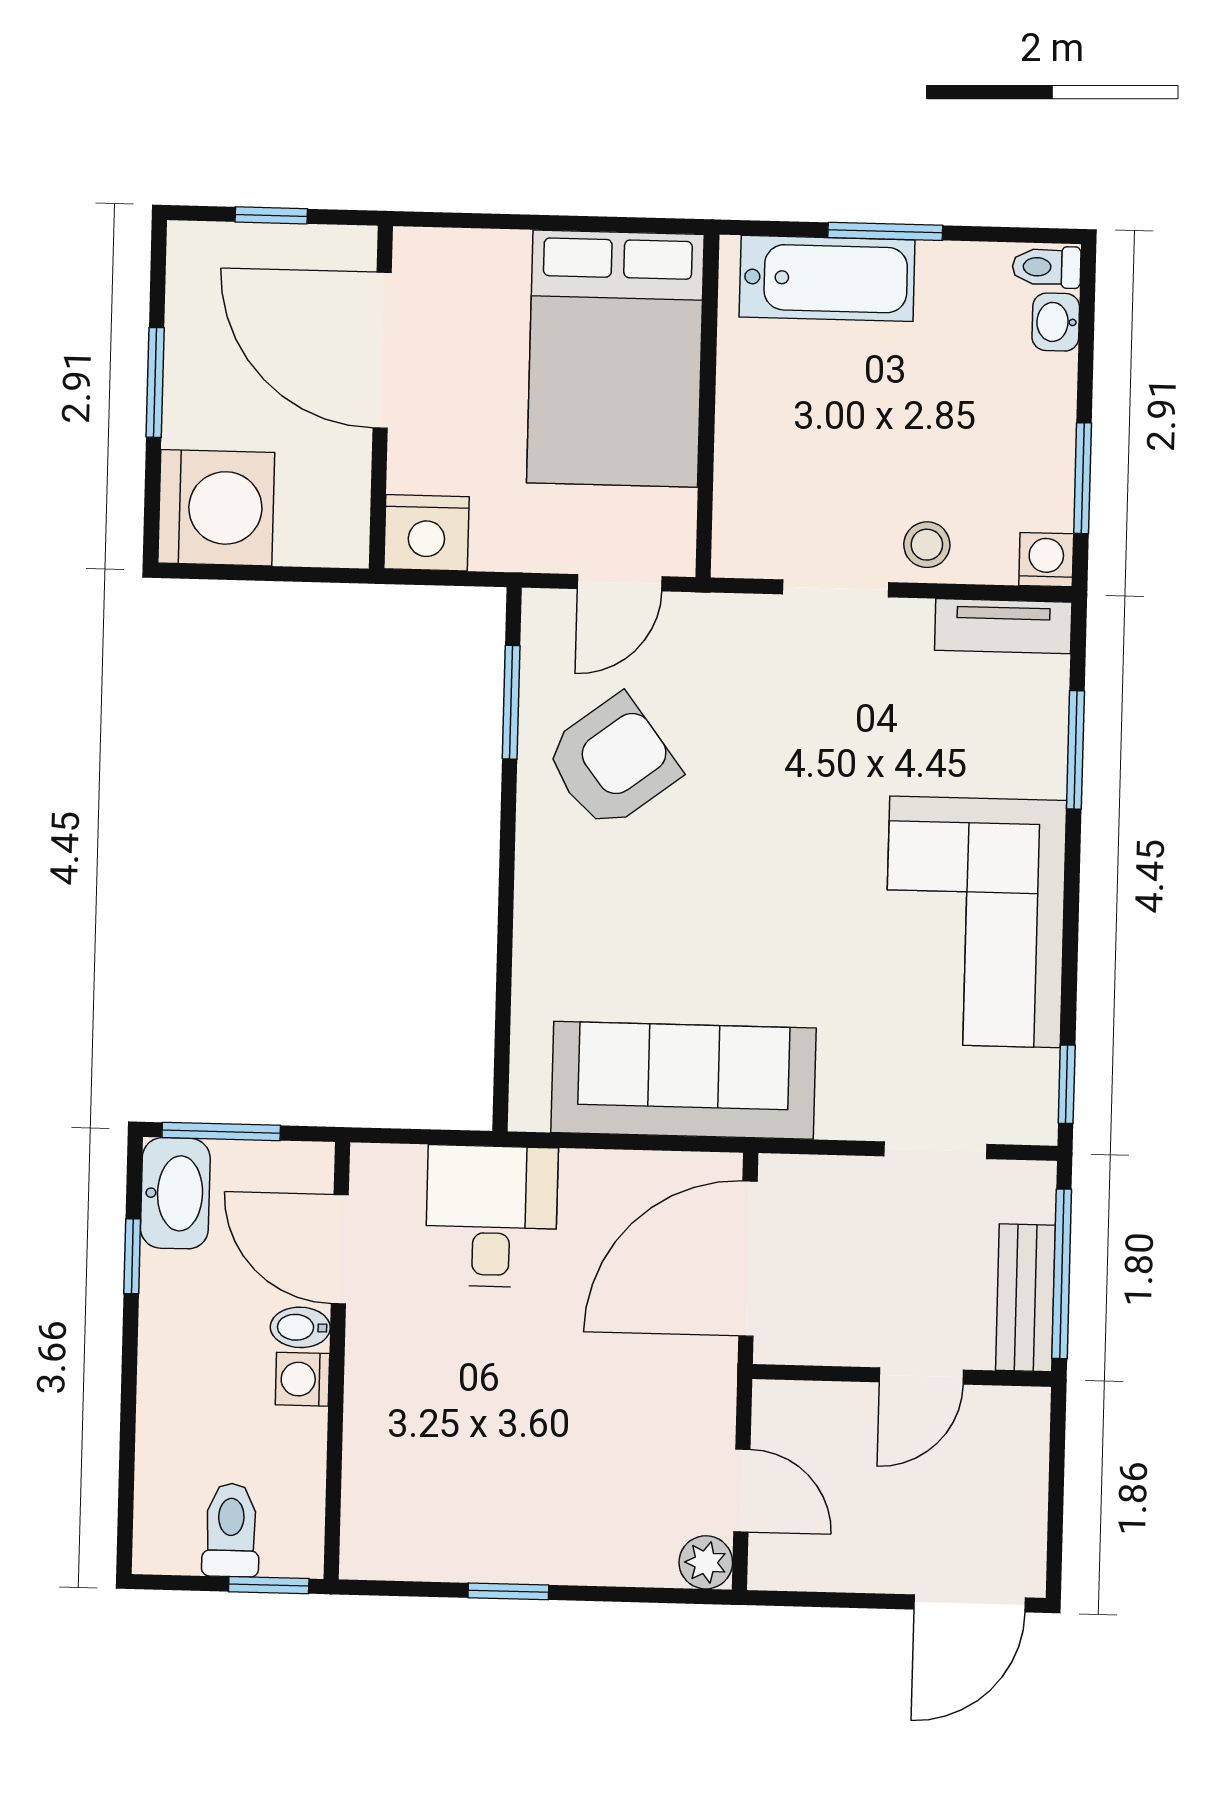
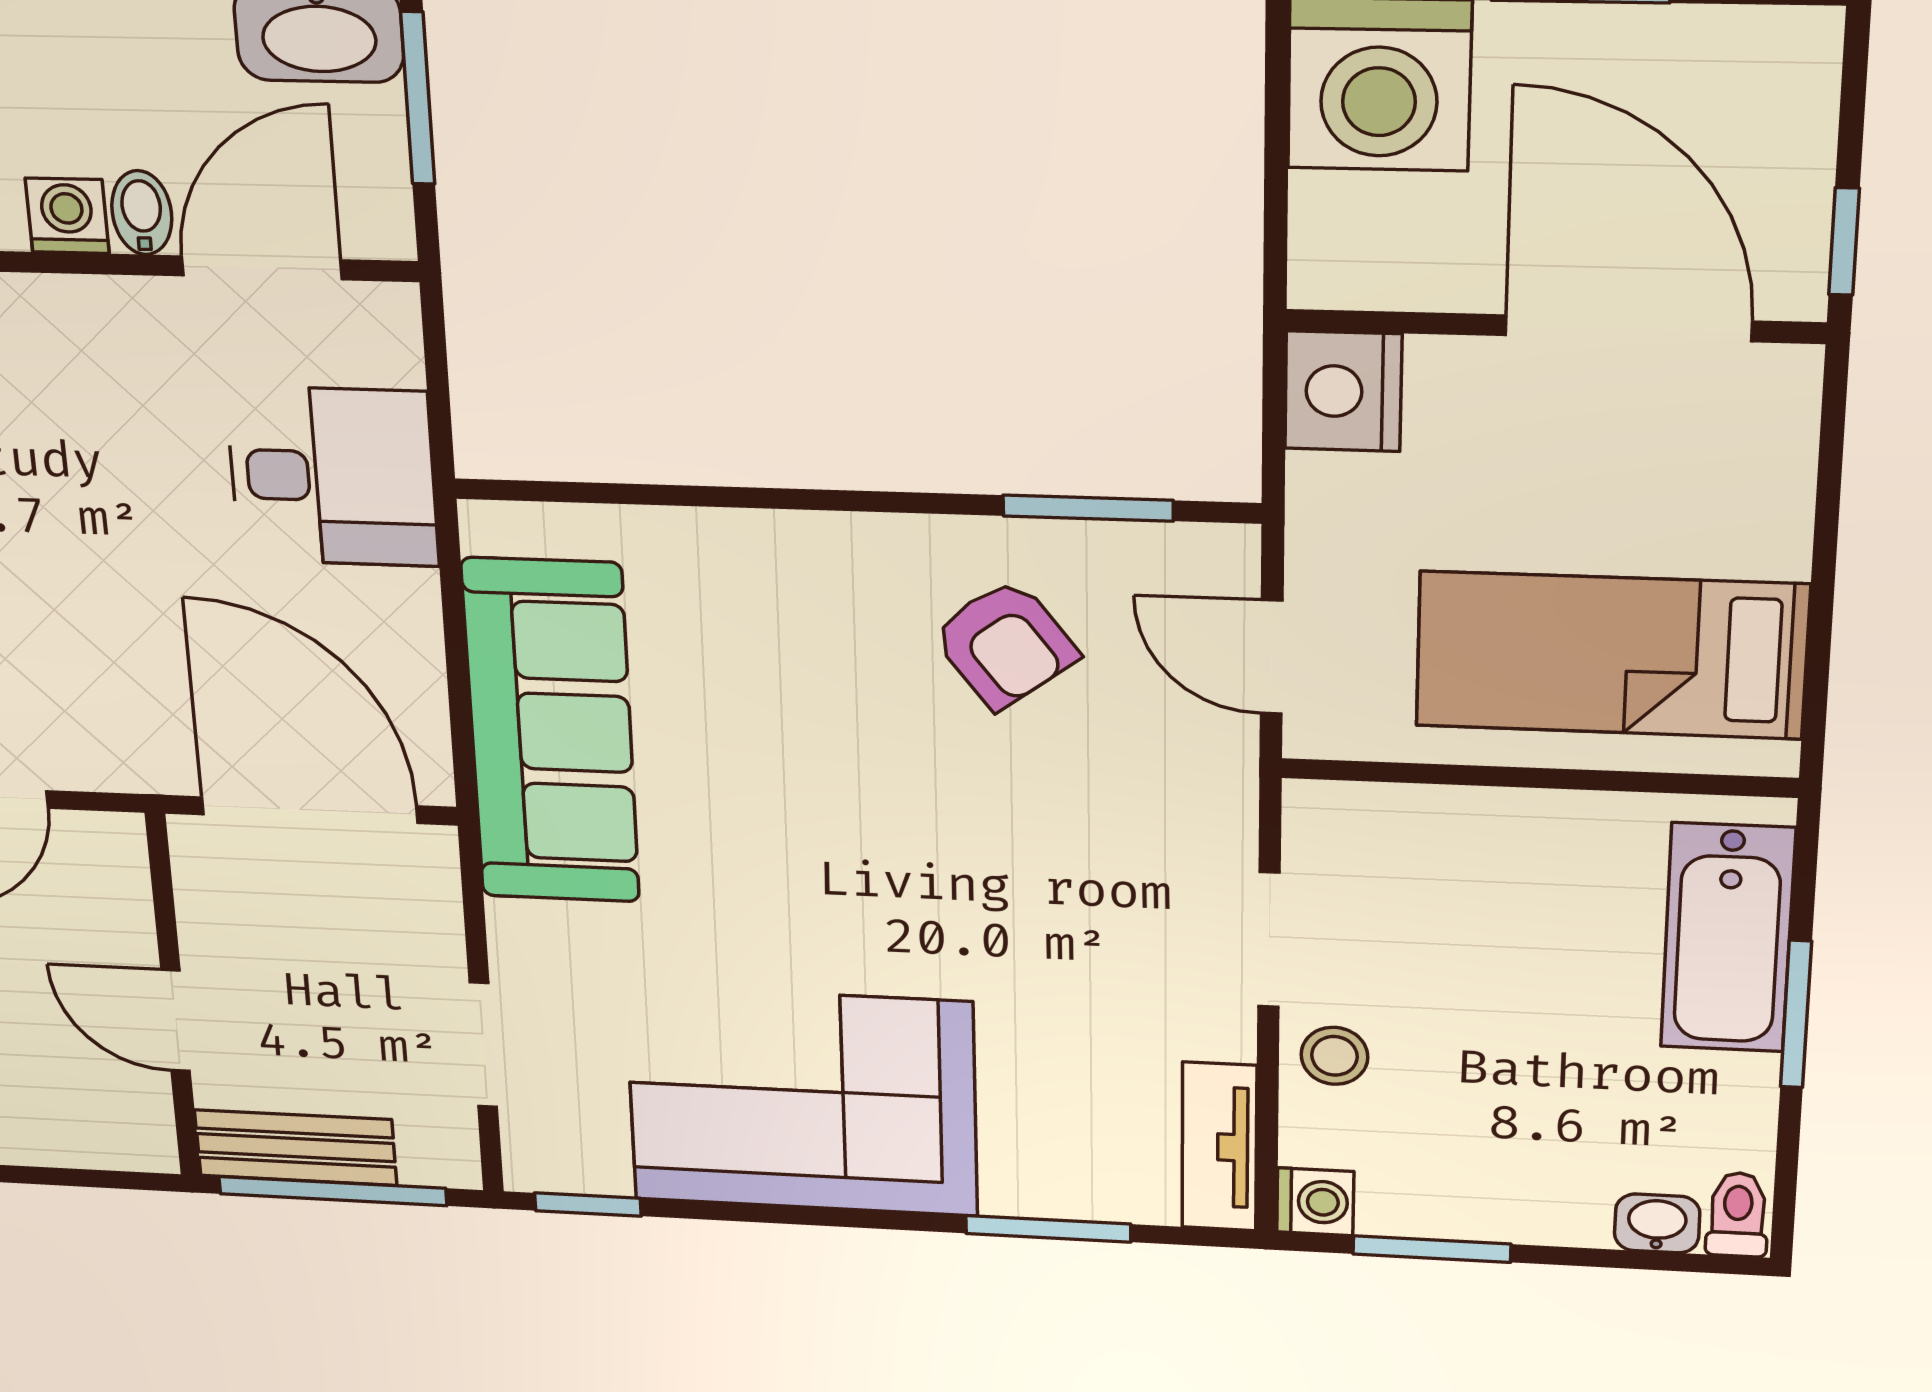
window: (271, 215) -> (1844, 241), moved
door: (382, 350) -> (1628, 328), hinge flipped
bed: (615, 359) -> (1611, 655), width x0.67
armchair: (612, 762) -> (1005, 644), width x0.72, depth x0.72

